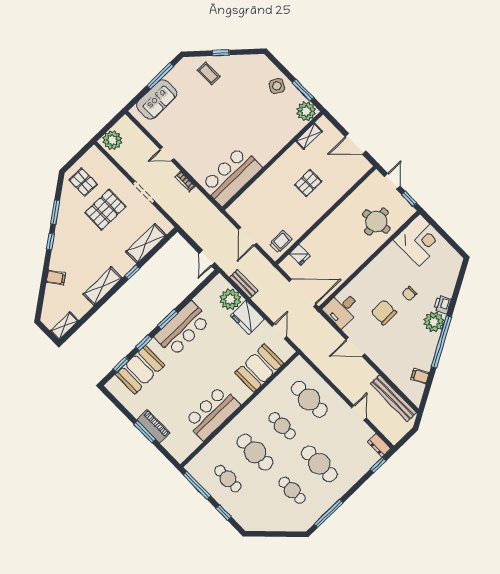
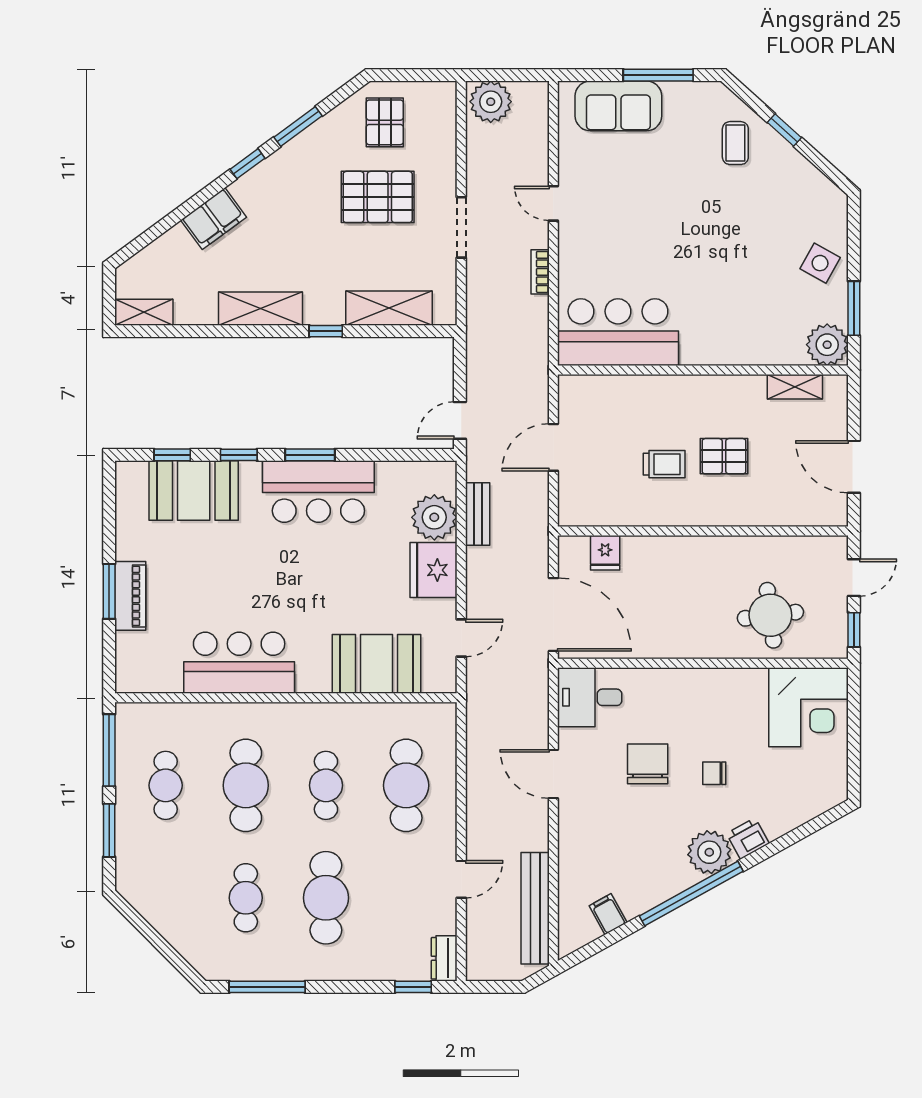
trolley: (281, 242) -> (664, 464), moved
filing cabinet: (56, 278) -> (213, 219), width x2.00
window: (224, 513) -> (109, 830), width x1.50

